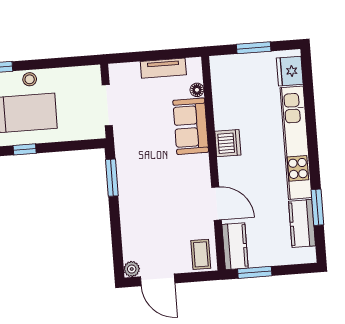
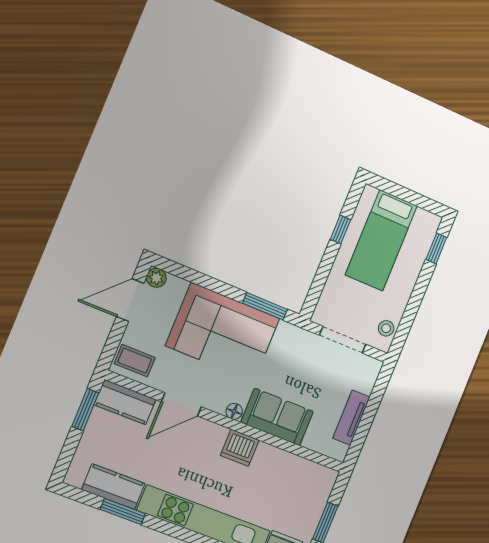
stool: (30, 79) -> (386, 328), moved
floor lamp: (197, 90) -> (234, 411), moved
corner sofa: (147, 200) -> (223, 332), added

